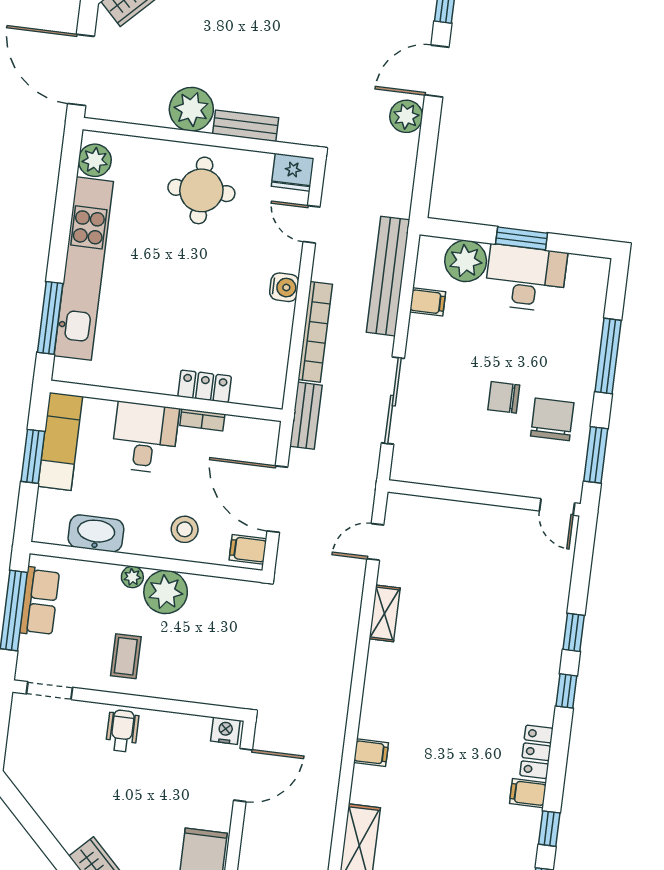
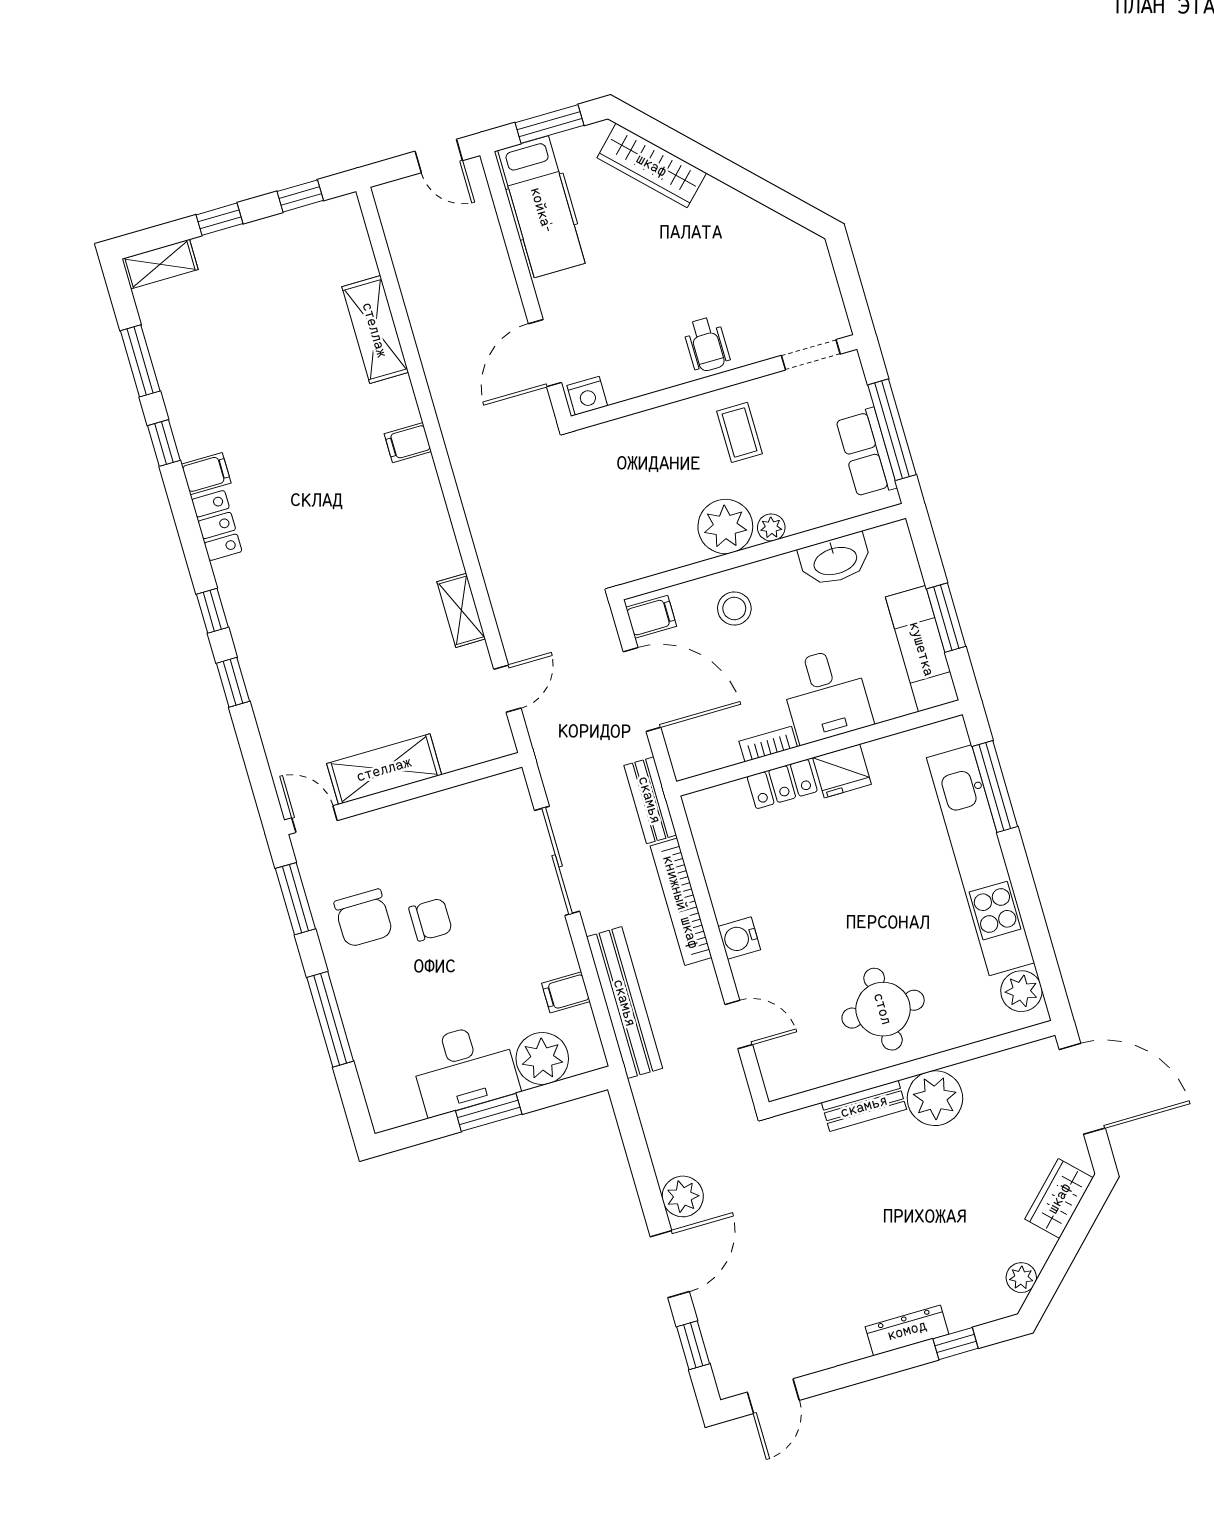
fridge: (293, 172) -> (842, 771), moved, turned 180
shelving: (490, 522) -> (384, 769), added

